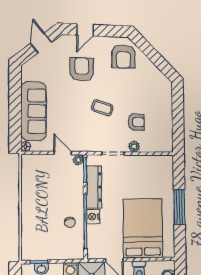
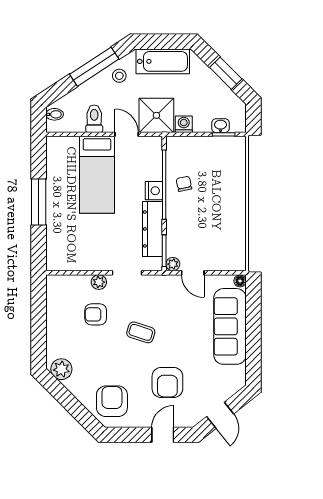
plant: (161, 82) -> (61, 369), added
bed: (143, 228) -> (97, 175), width x0.67

